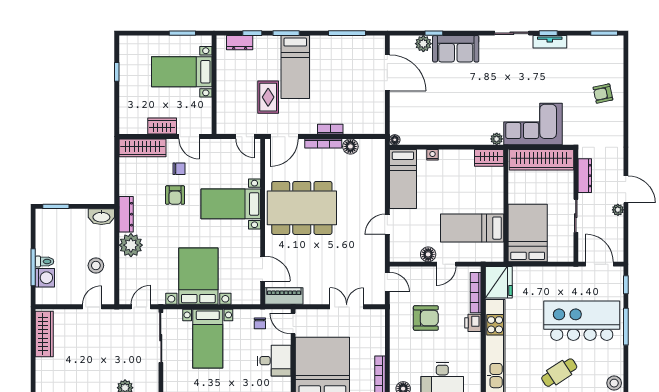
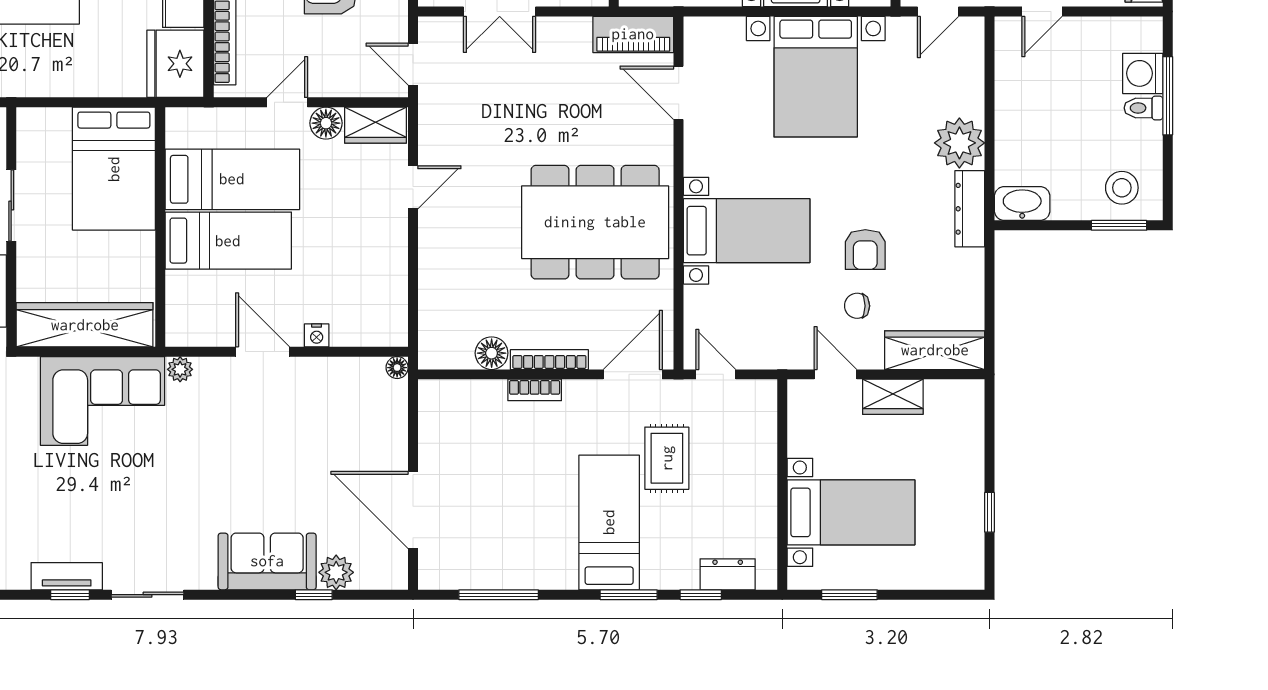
door: (458, 147) -> (263, 352), added
wardrobe: (489, 158) -> (376, 125), moved, turned 180
bed: (403, 179) -> (228, 241), moved, turned 90
armchair: (175, 195) -> (865, 250), turned 180
stool: (96, 266) -> (1122, 188), moved

